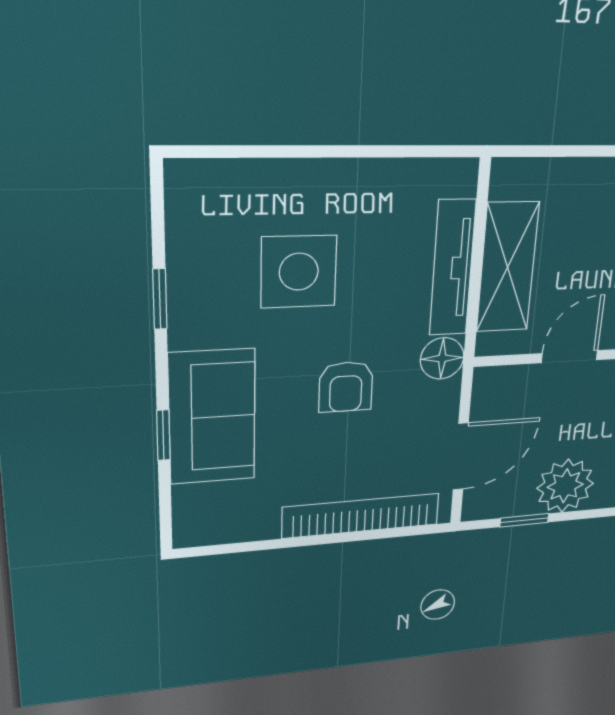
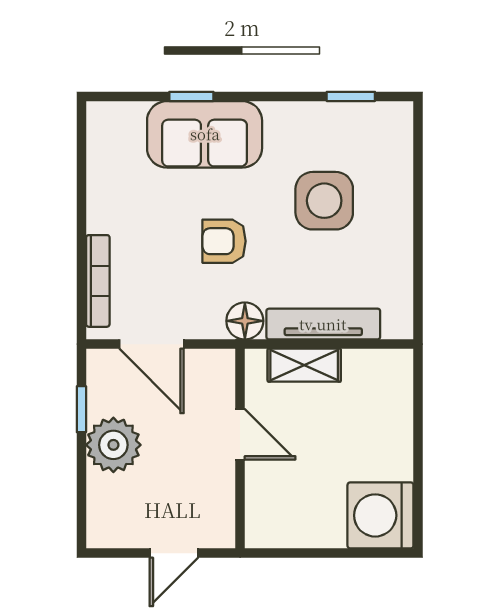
shelving: (508, 267) -> (304, 365), width x0.67, depth x0.75
window: (160, 299) -> (351, 96), moved
bookcase: (361, 516) -> (98, 281), width x0.68, depth x0.76

